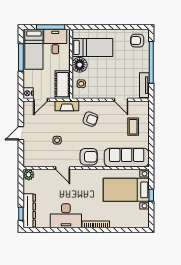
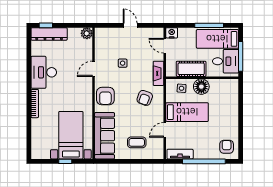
bed: (92, 47) -> (187, 112), moved, turned -90
cot: (63, 85) -> (191, 69), moved

